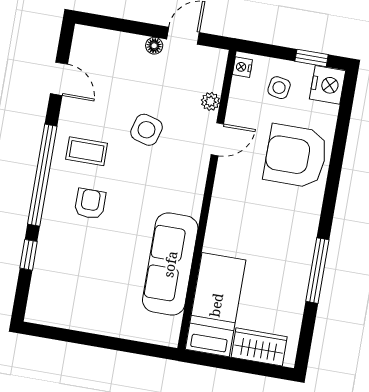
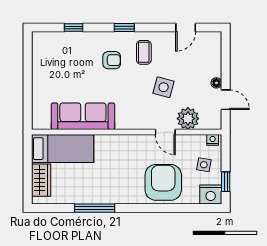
plant: (210, 101) -> (188, 119), width x1.88, depth x1.88
window: (42, 175) -> (124, 27), width x0.32

